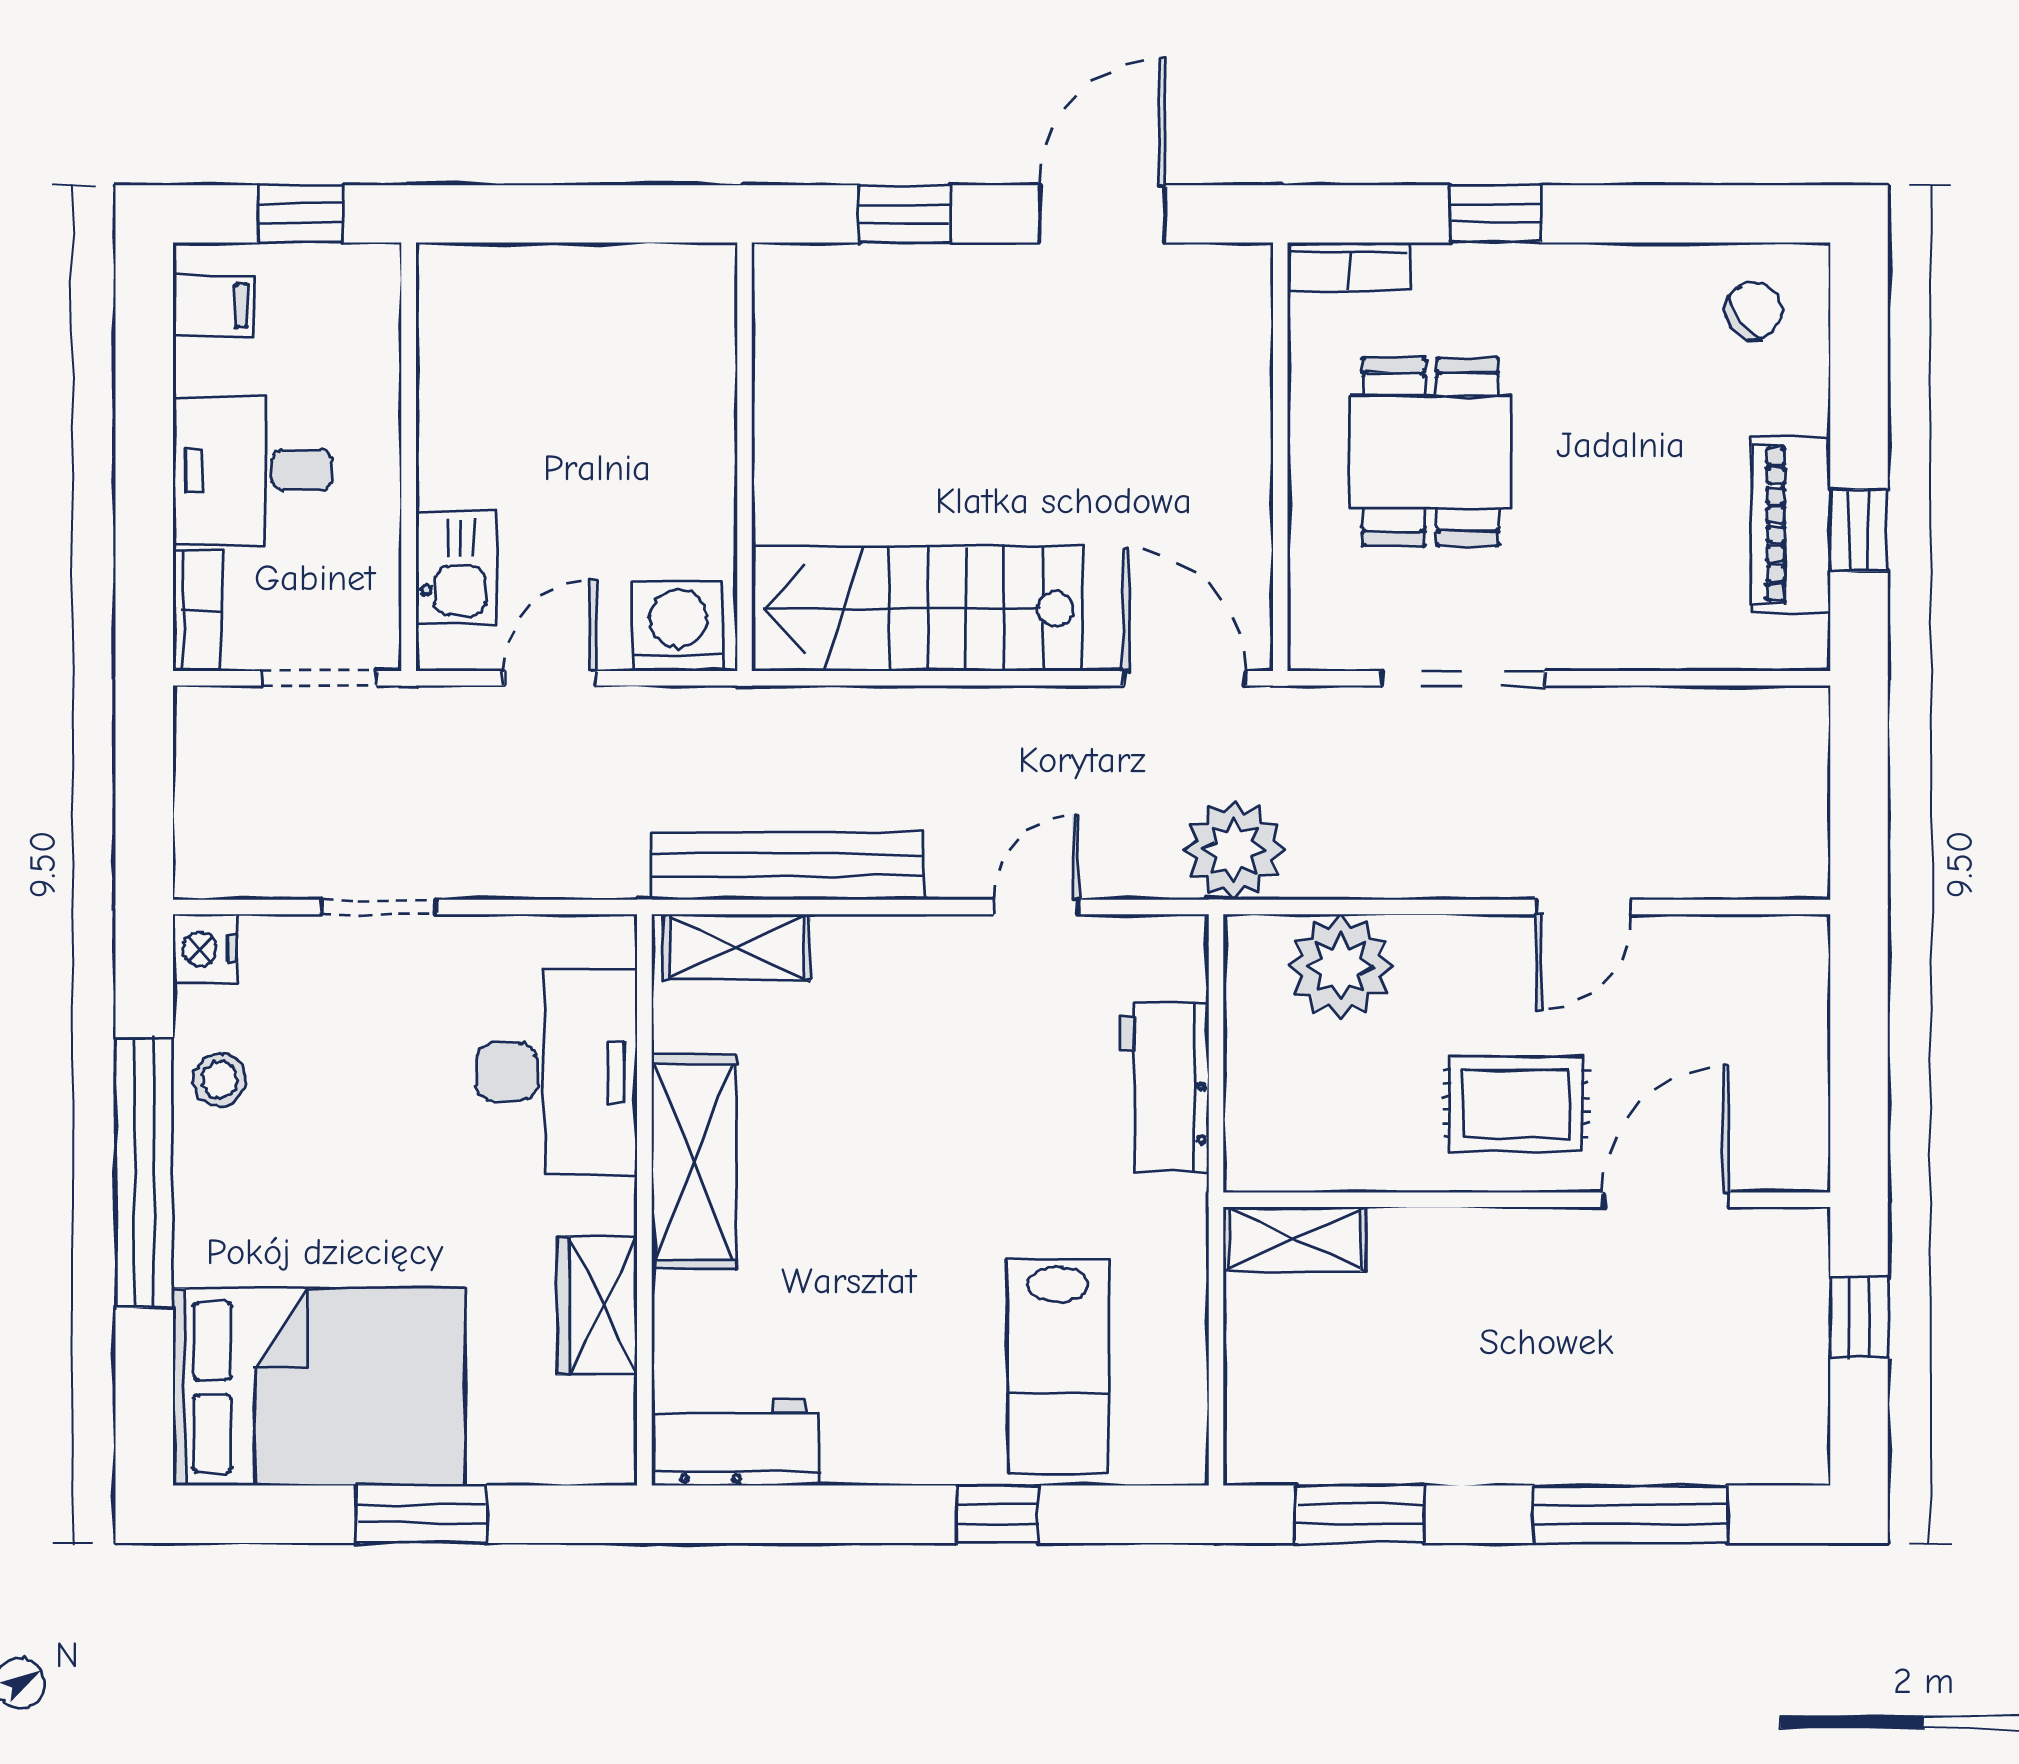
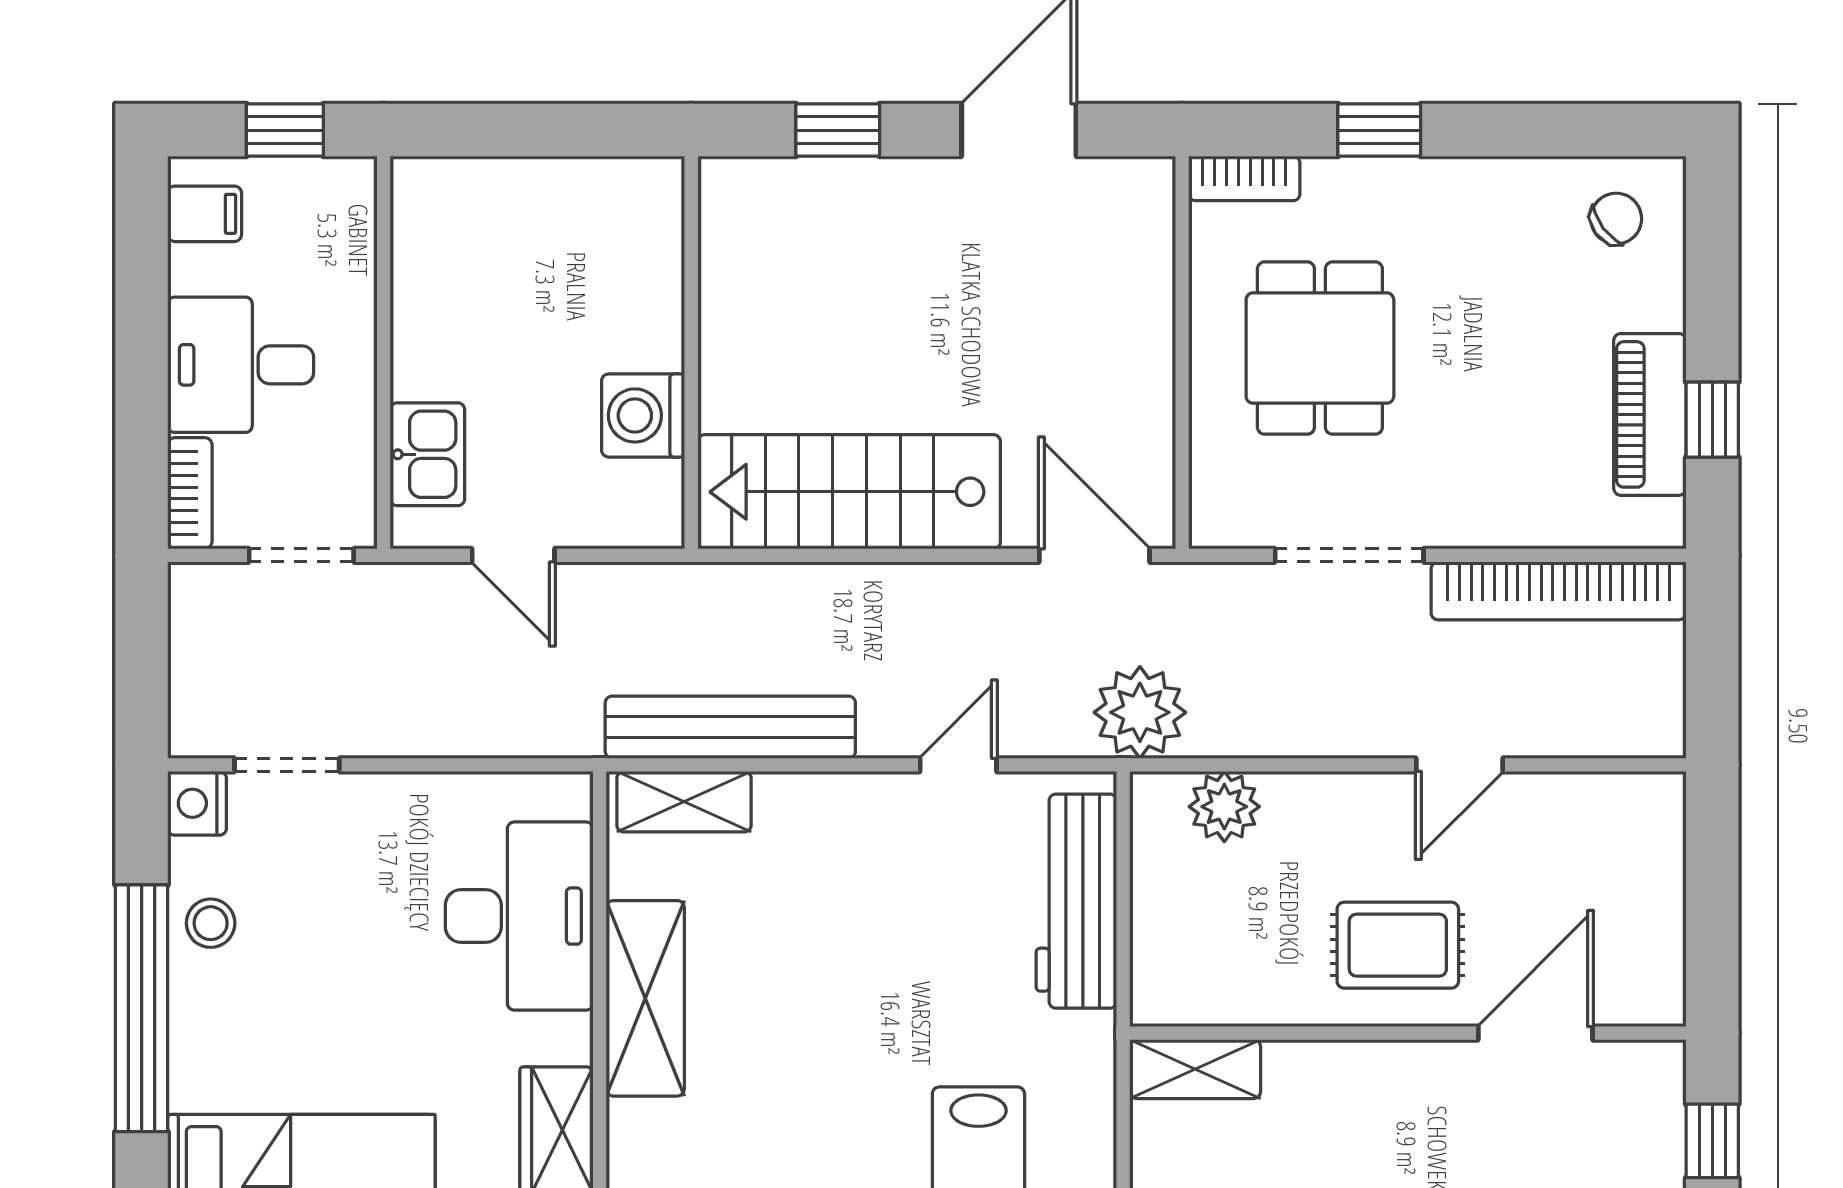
washing machine: (678, 626) -> (643, 415), moved, turned -90
door: (550, 678) -> (513, 555), swing flipped
bookcase: (1691, 717) -> (1559, 591), added
doorway: (379, 907) -> (287, 765), moved
plant: (1340, 966) -> (1224, 807), width x0.73, depth x0.73
workbench: (1165, 1088) -> (1076, 901), width x1.37

